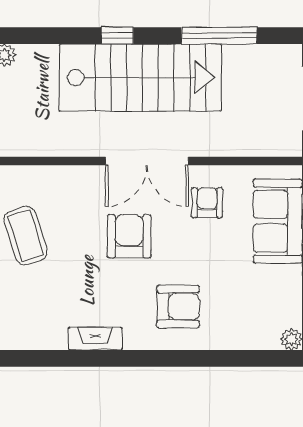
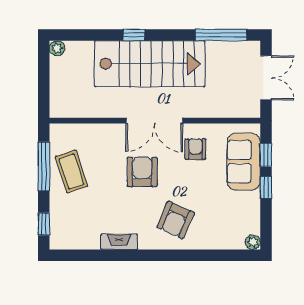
window: (219, 36) -> (221, 35), moved
armchair: (178, 307) -> (176, 220), turned 114

